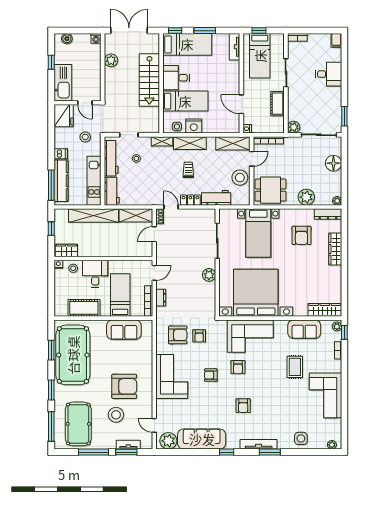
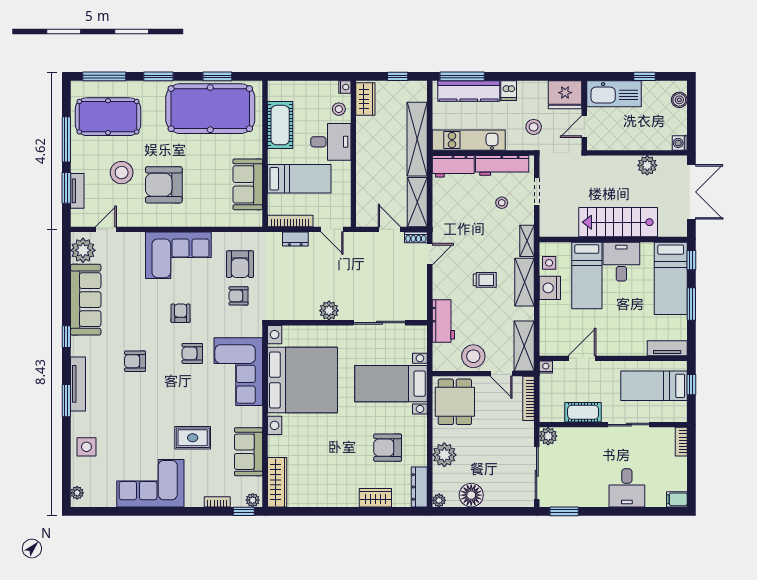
floor lamp: (333, 163) -> (471, 495), moved
locker: (190, 200) -> (440, 283), removed
wardrobe: (335, 249) -> (375, 498), width x0.67
armchair: (124, 386) -> (164, 185), turned 90

